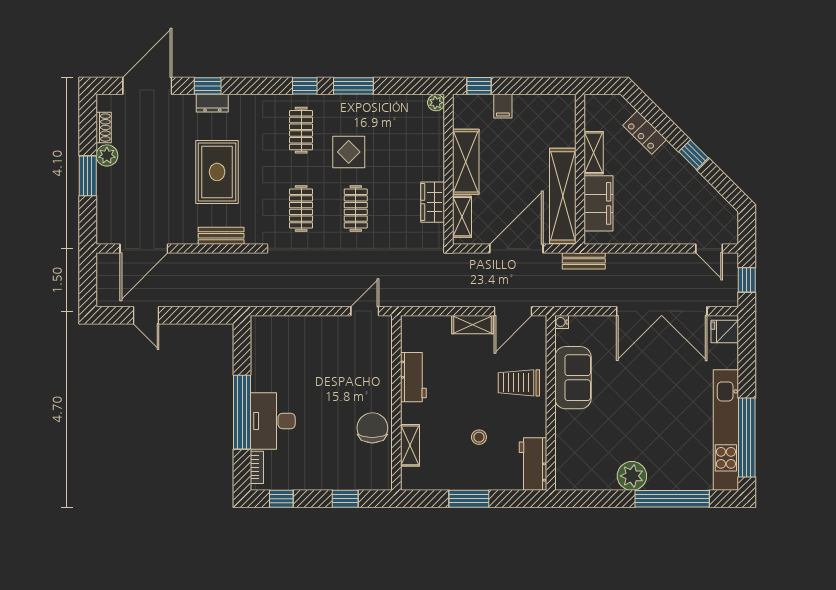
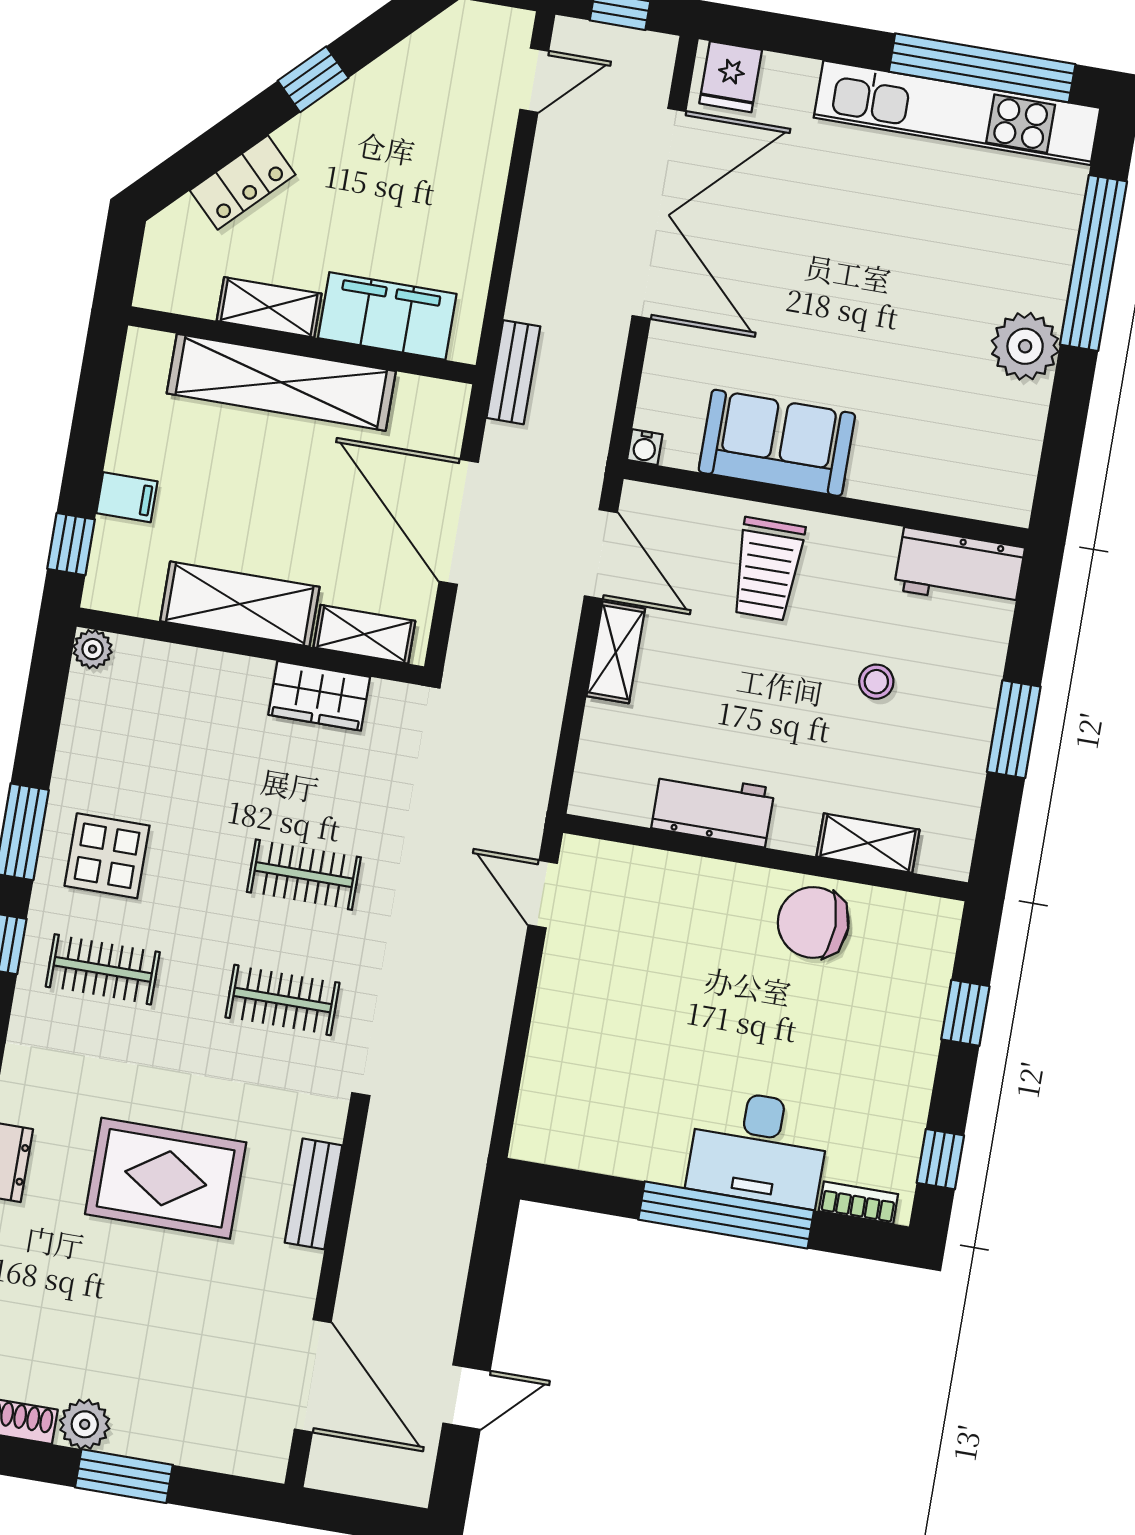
display table: (349, 152) -> (107, 856), moved
shelving: (563, 196) -> (281, 382), moved

